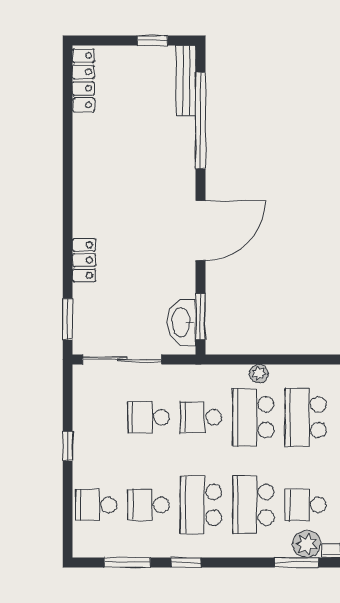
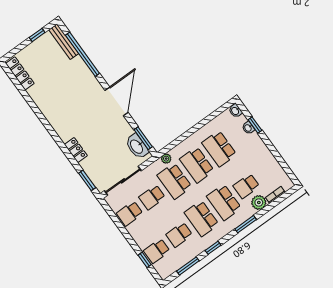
plant: (259, 374) -> (166, 159), moved
school desk: (96, 417) -> (130, 213), added
school desk: (201, 417) -> (174, 181), width x1.85
window: (68, 446) -> (145, 260), moved
window: (297, 562) -> (246, 224), moved

